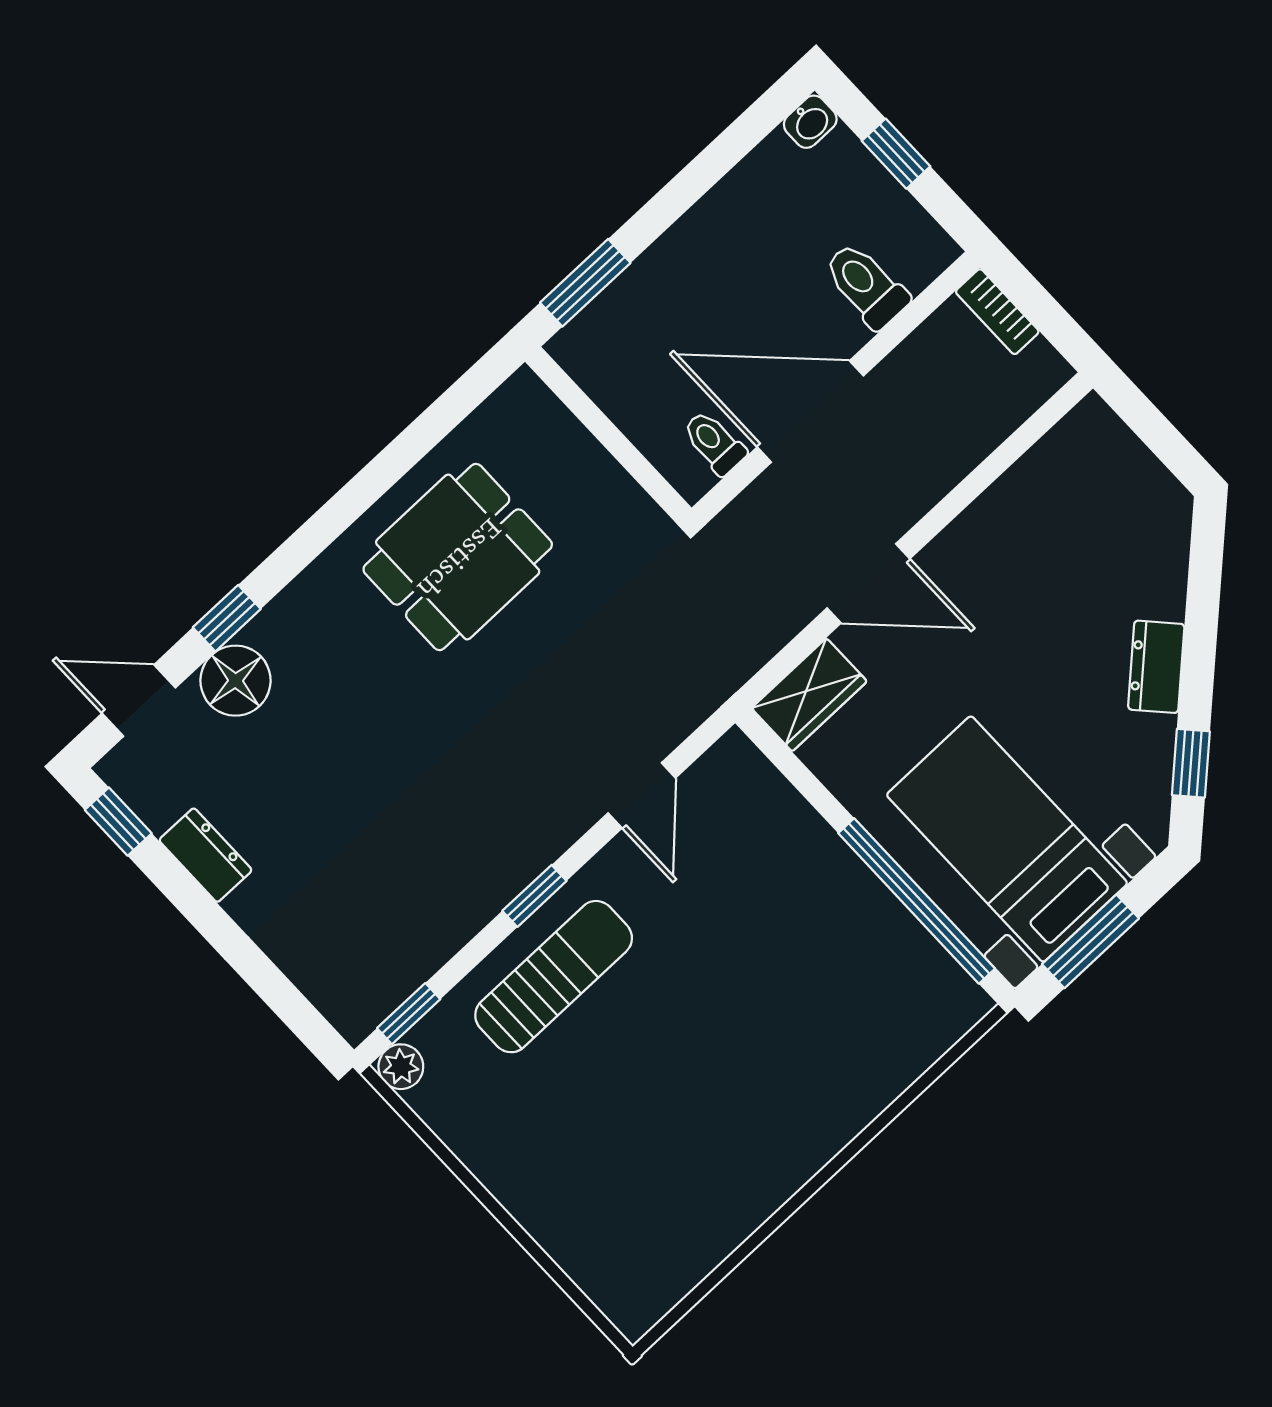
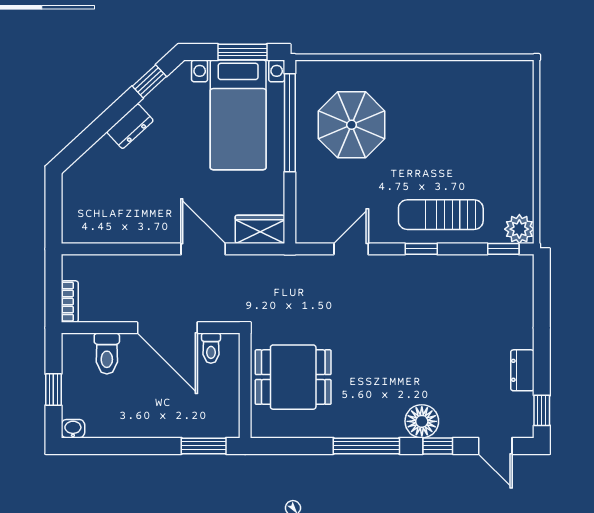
window: (336, 516) -> (366, 446), added
dining table: (458, 557) -> (293, 377), moved
floor lamp: (235, 681) -> (422, 421), moved
parasol: (819, 986) -> (352, 125), added
plant: (401, 1067) -> (519, 229), width x1.38, depth x1.38

